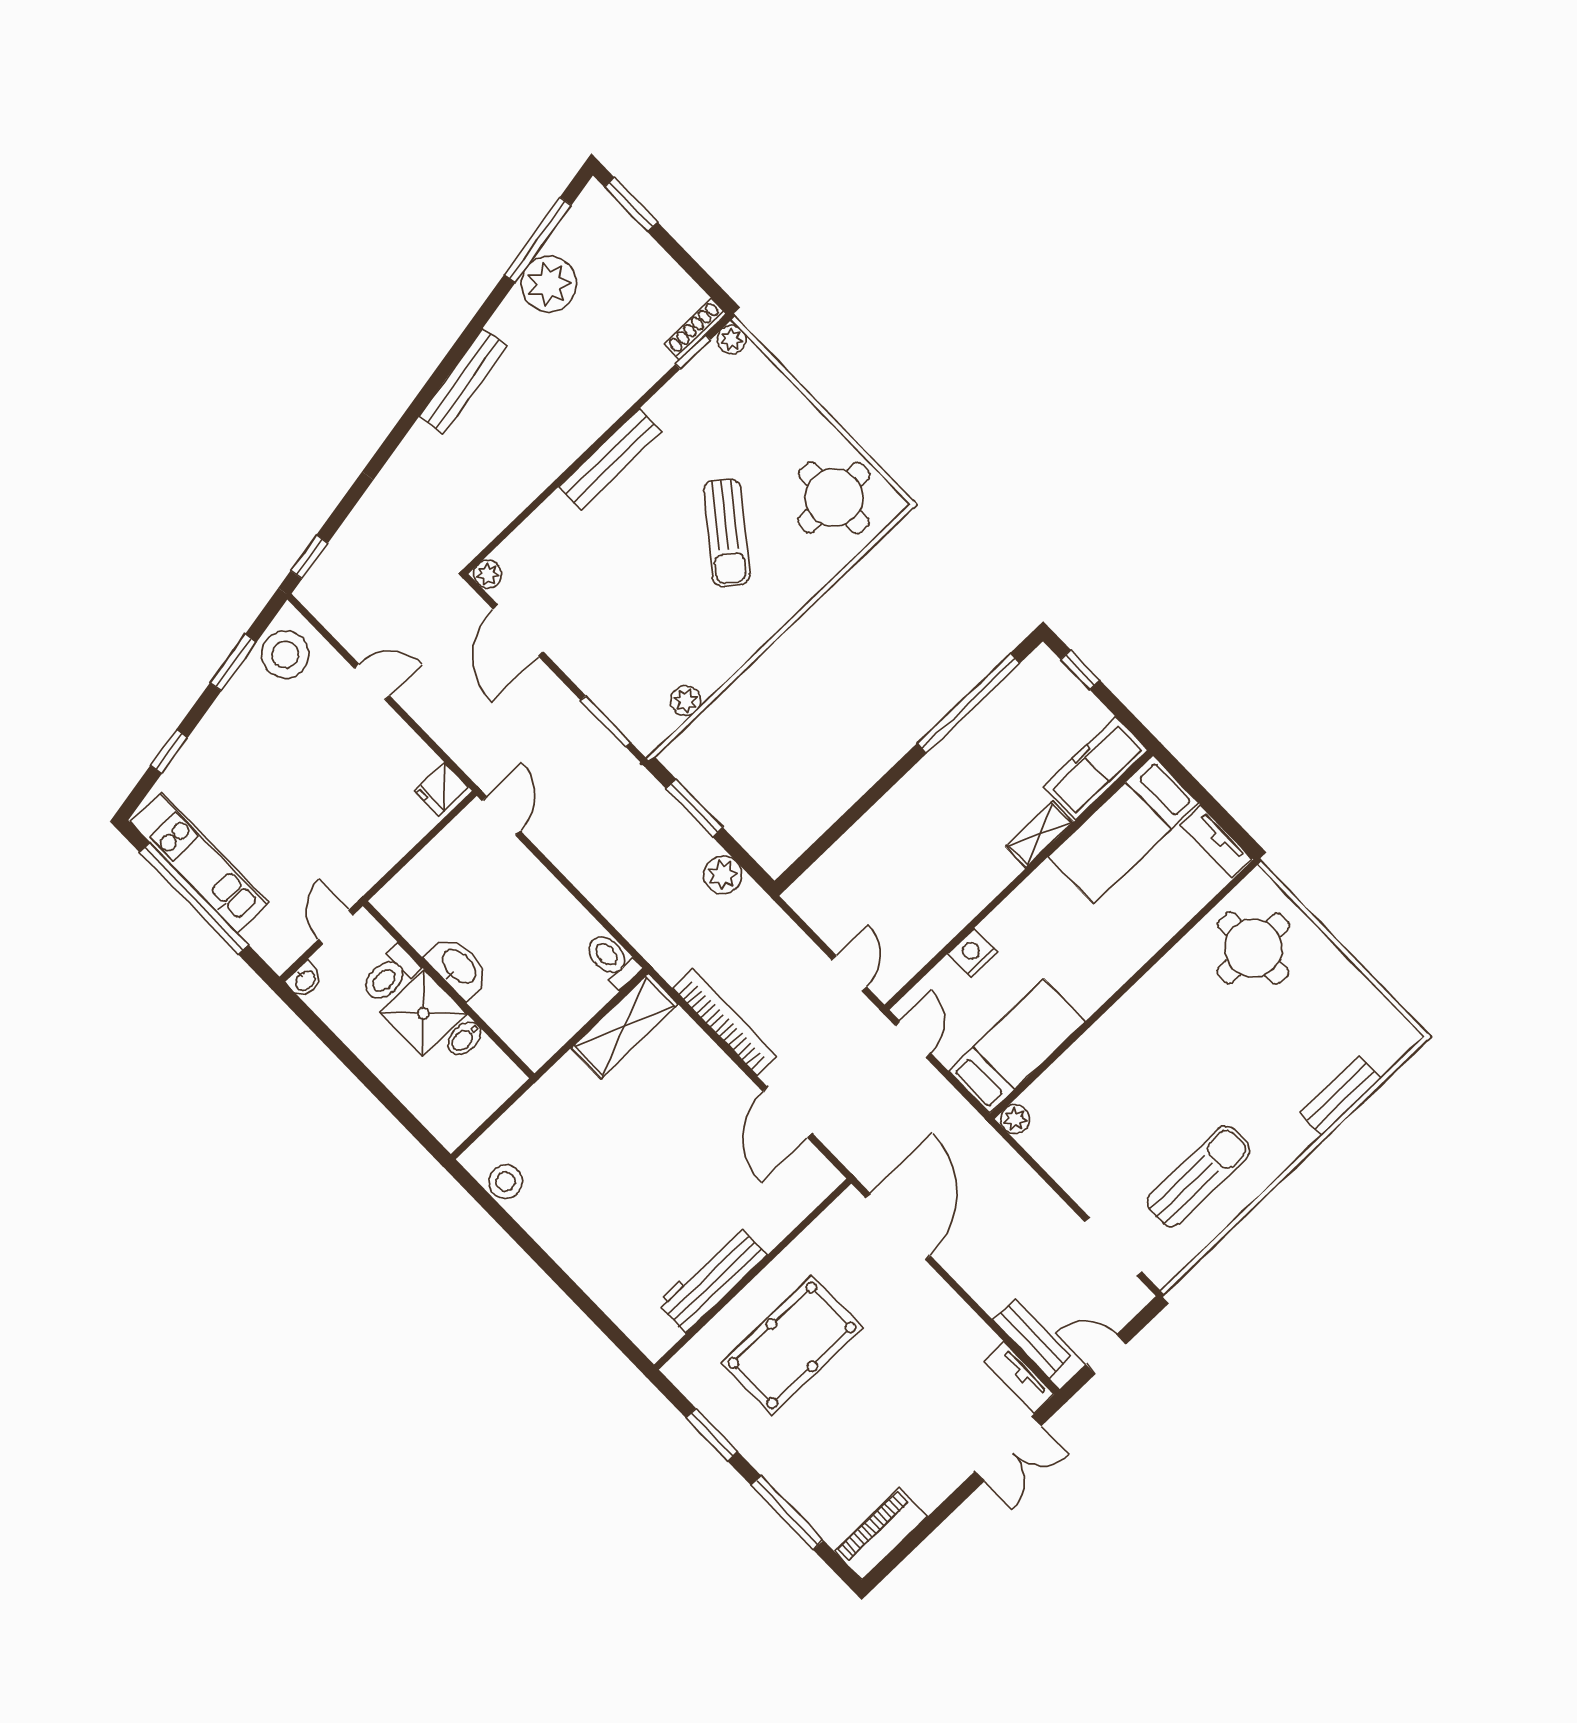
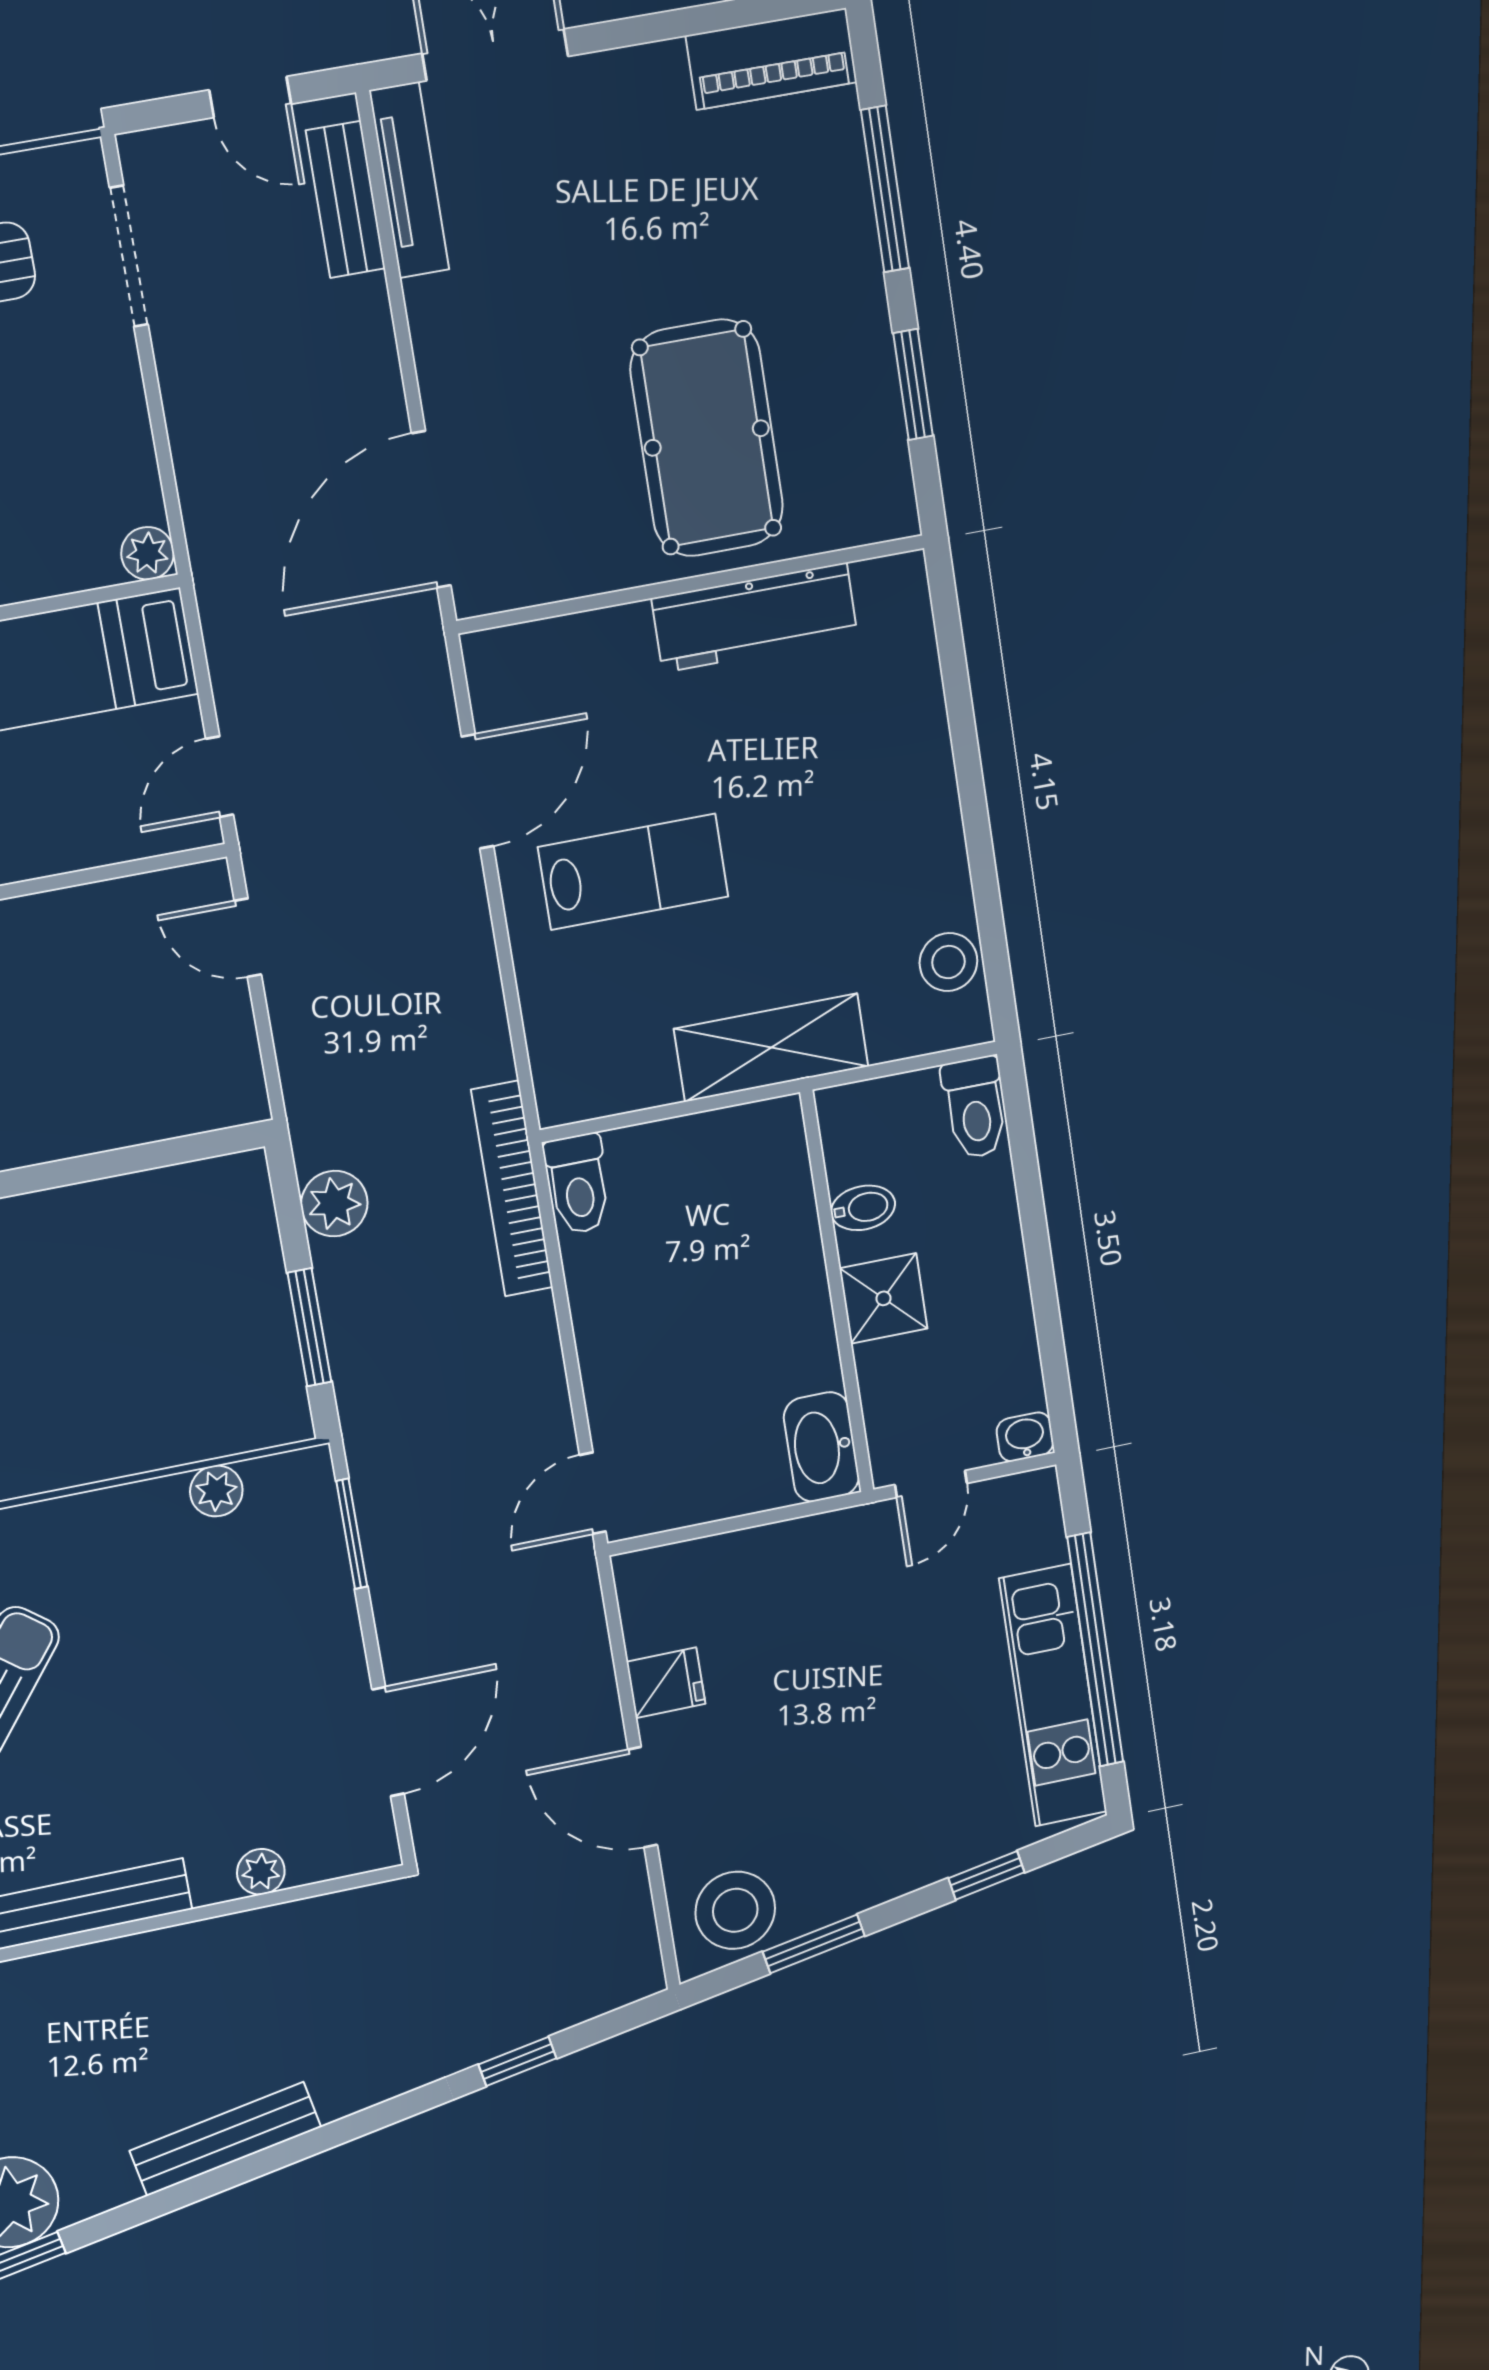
window: (309, 557) -> (518, 2061), moved
plant: (488, 574) -> (261, 1872), moved
door: (372, 682) -> (643, 1797), width x1.38
fridge: (442, 789) -> (666, 1683), moved
nightstand: (973, 953) -> (43, 847), removed
washbasin: (458, 967) -> (821, 1447), moved
door: (849, 973) -> (248, 938), hinge flipped
toilet: (390, 975) -> (975, 1108), moved, turned 90
shower: (423, 1013) -> (883, 1298), width x0.73, depth x0.73
bookcase: (725, 1022) -> (512, 1189), moved
shelving: (624, 1026) -> (771, 1048), moved
lab bench: (688, 1124) -> (633, 872), added
pool table: (792, 1345) -> (707, 438), turned 90
tv unit: (1019, 1378) -> (409, 180), width x1.41

